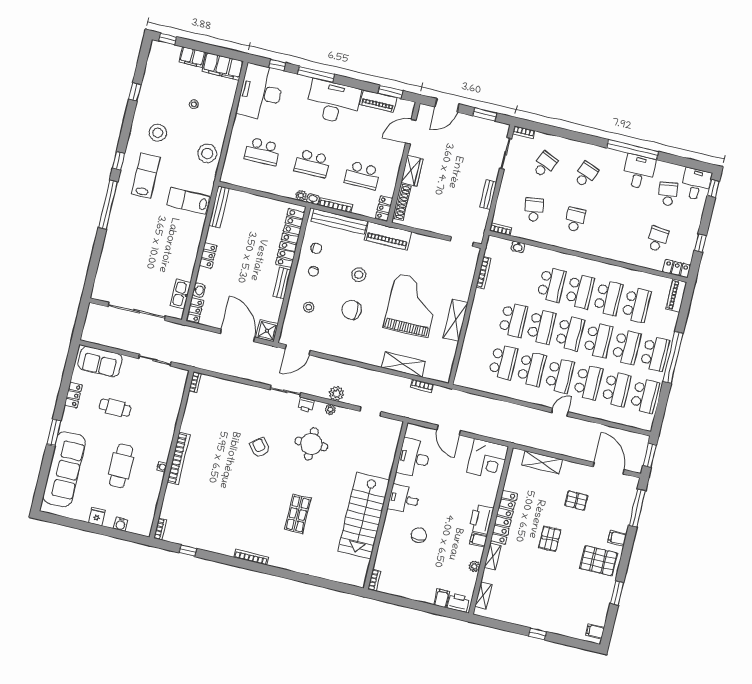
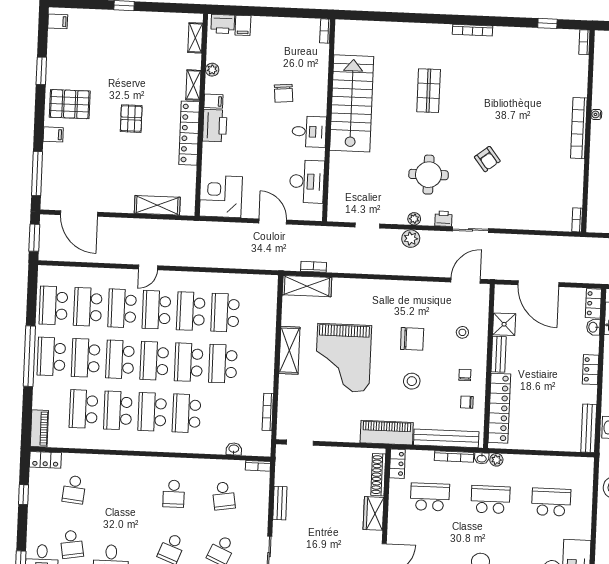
shower: (267, 331) -> (504, 324), moved
shelving: (404, 364) -> (307, 286), moved
pallet: (576, 500) -> (109, 169), removed

